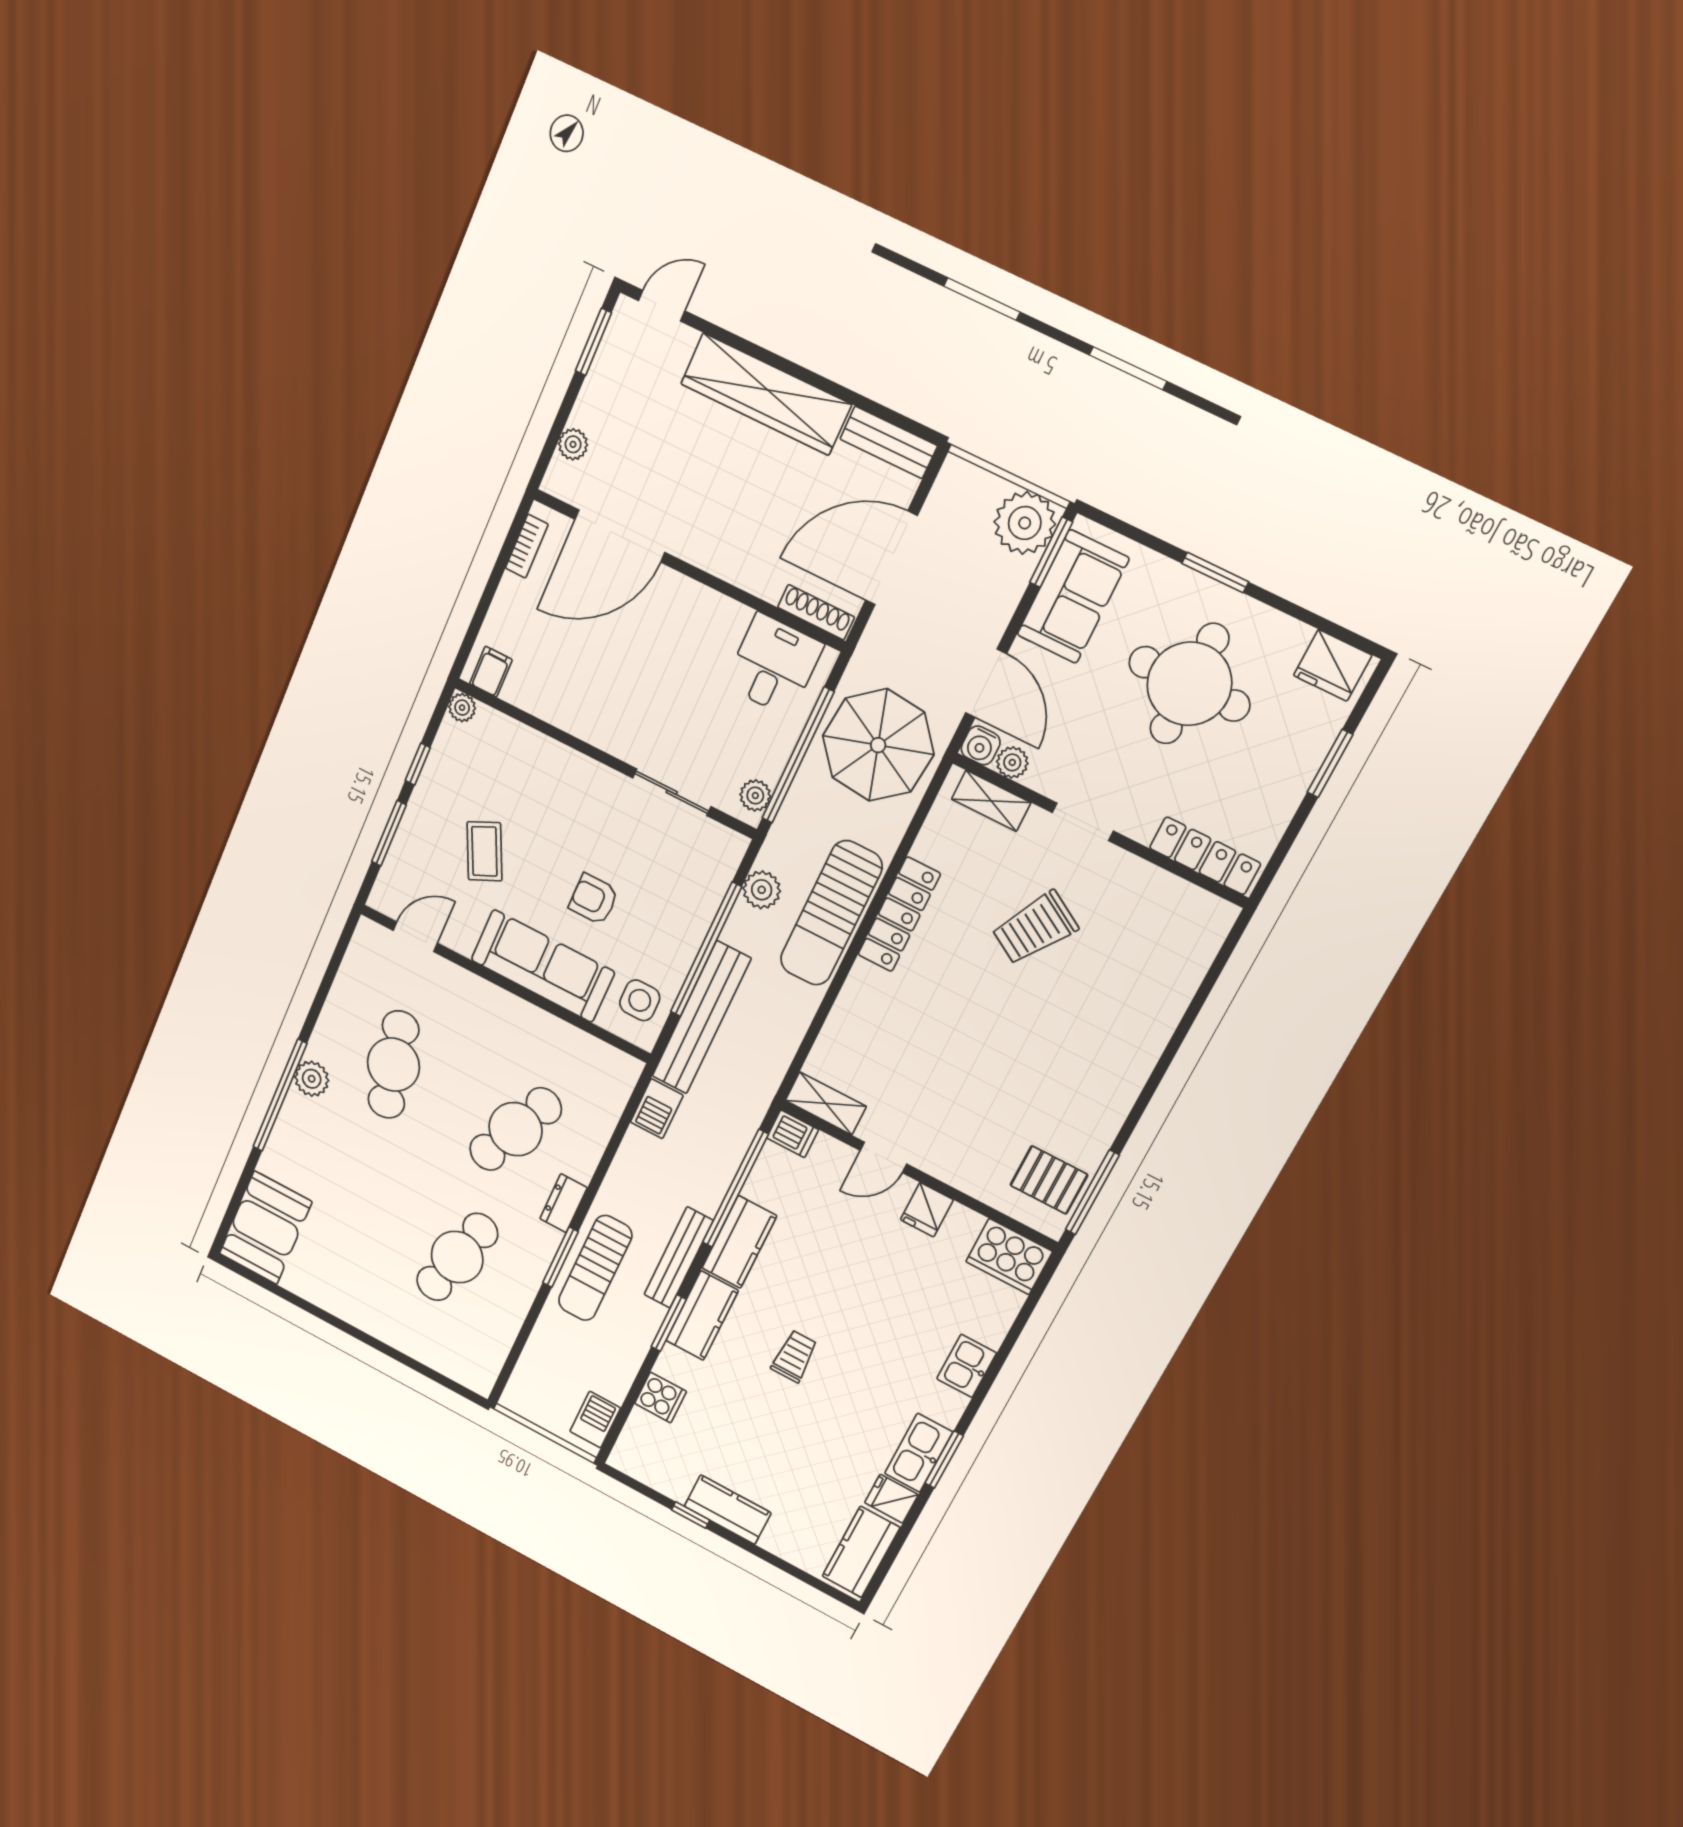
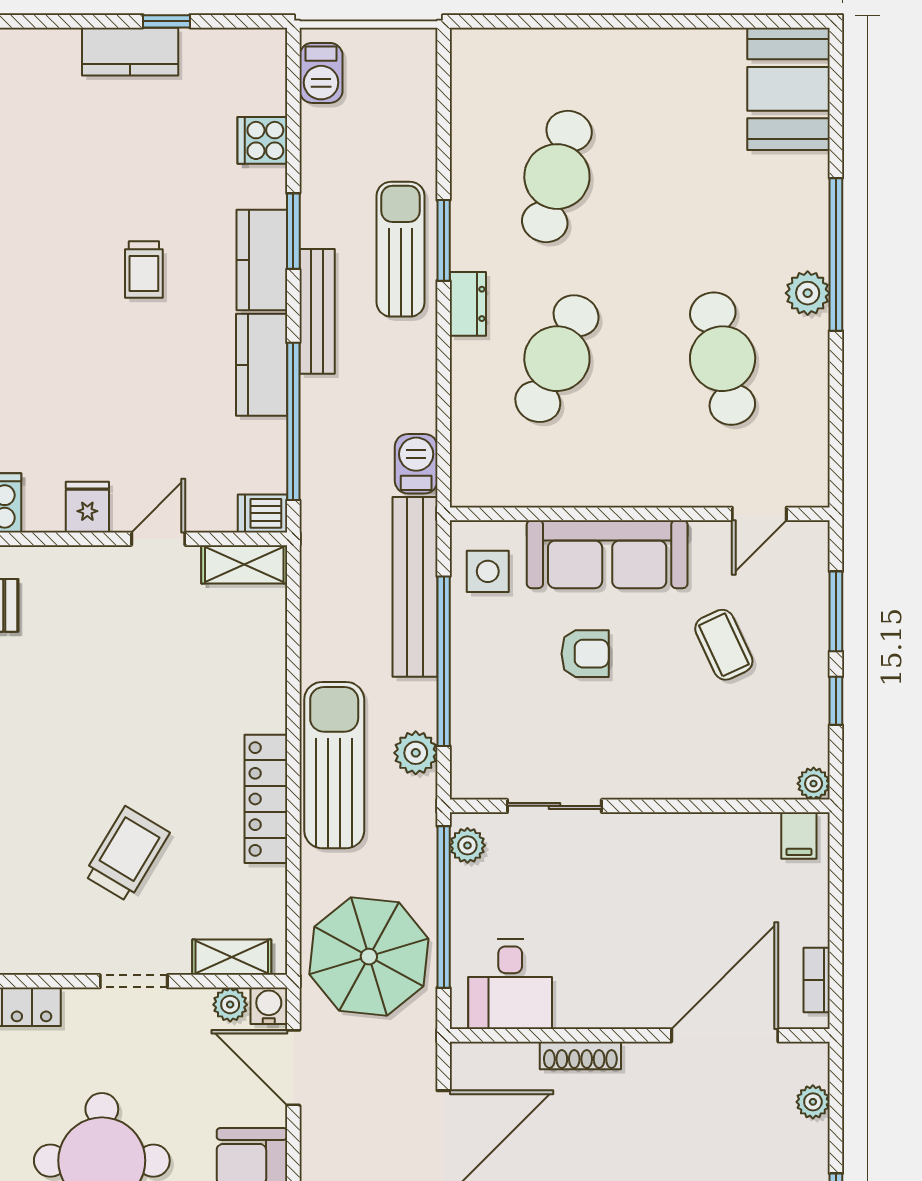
shoe rack: (816, 612) -> (580, 1055), moved

